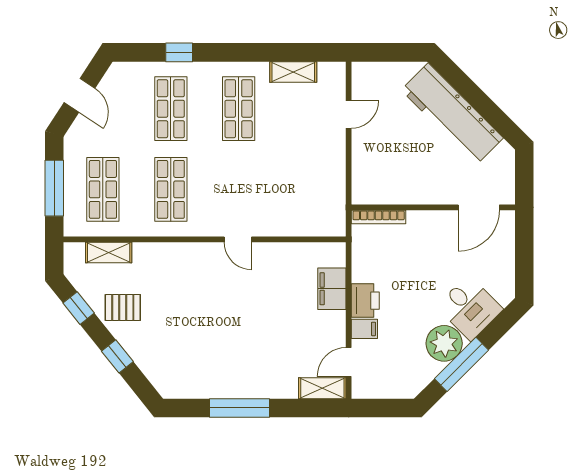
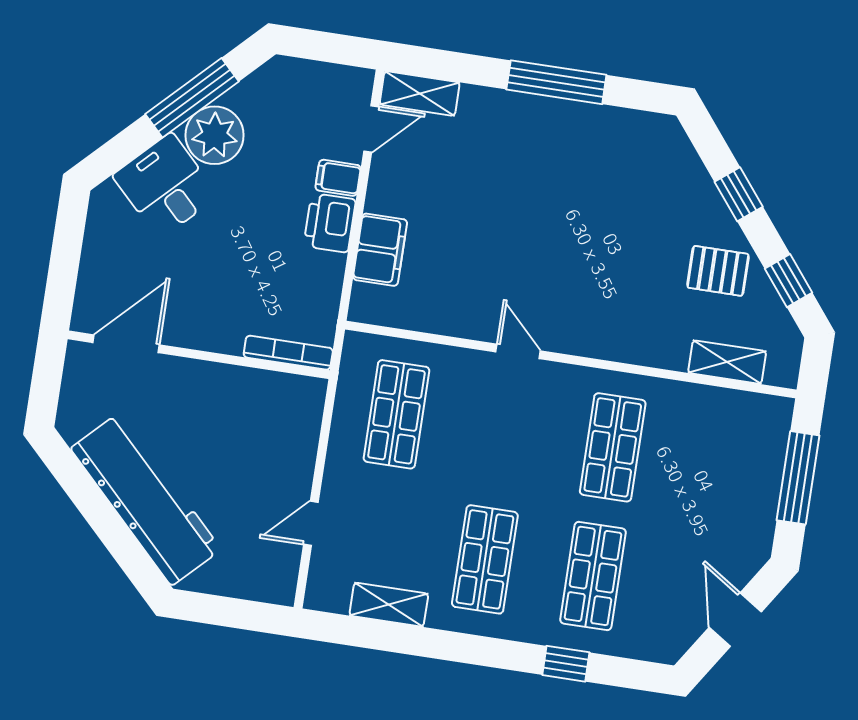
shop shelf: (103, 189) -> (396, 414), moved

